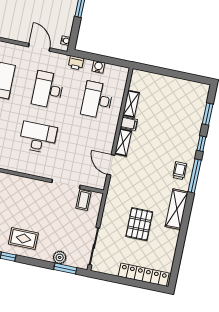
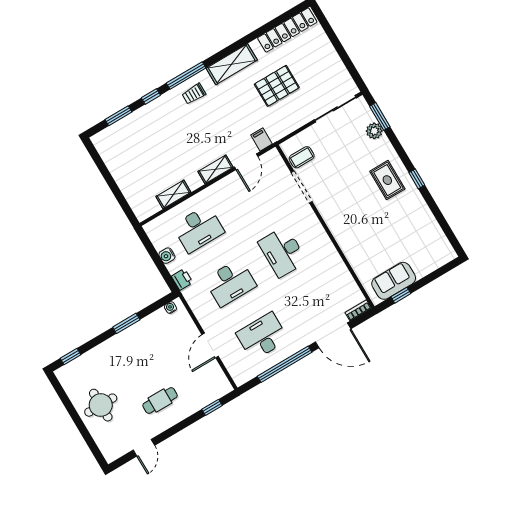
door: (39, 47) -> (210, 345), moved
filing cabinet: (129, 123) -> (261, 140), moved
locker: (144, 275) -> (287, 30), moved, turned -90

